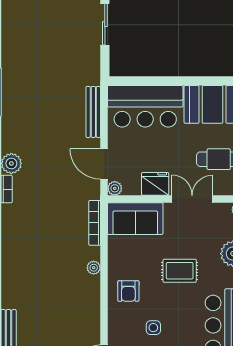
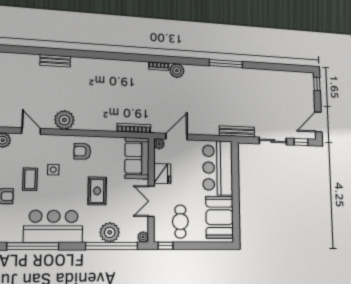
bench: (93, 112) -> (237, 131), moved
double door: (192, 199) -> (151, 201), swing flipped
plant: (94, 268) -> (64, 120), moved, width x1.88, depth x1.88

